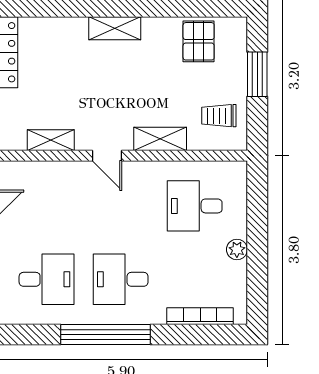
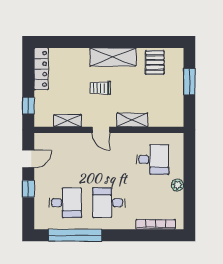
shelving: (115, 28) -> (113, 57), width x1.50, depth x1.33
trolley: (219, 116) -> (100, 88), moved
desk: (195, 206) -> (153, 159), turned 180
window: (106, 335) -> (75, 235), moved

